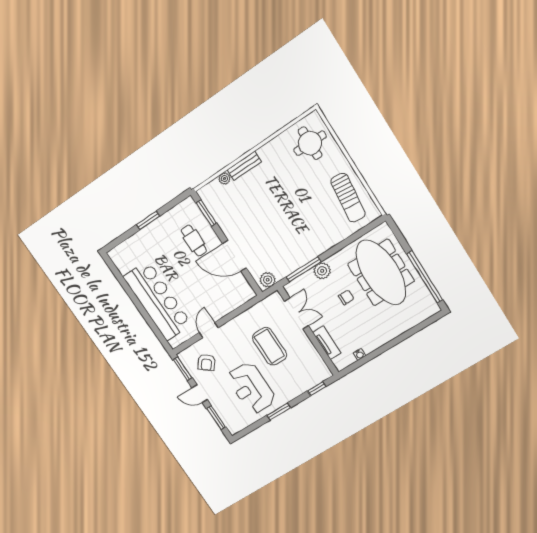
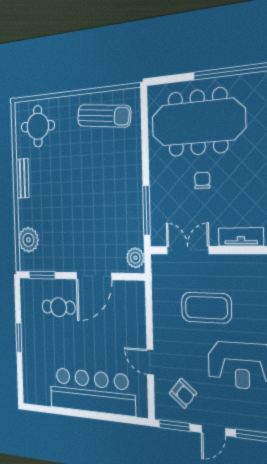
bench: (244, 166) -> (22, 178), moved
plant: (224, 179) -> (28, 240), width x1.88, depth x1.88
plant: (322, 271) -> (159, 190), removed

